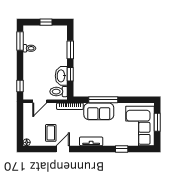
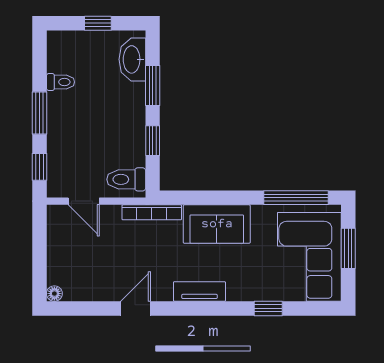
window: (20, 41) -> (40, 113), moved
washbasin: (61, 76) -> (132, 59), moved
window: (103, 100) -> (296, 198), moved
door: (40, 101) -> (84, 201), hinge flipped
coffee table: (51, 133) -> (109, 272), removed

